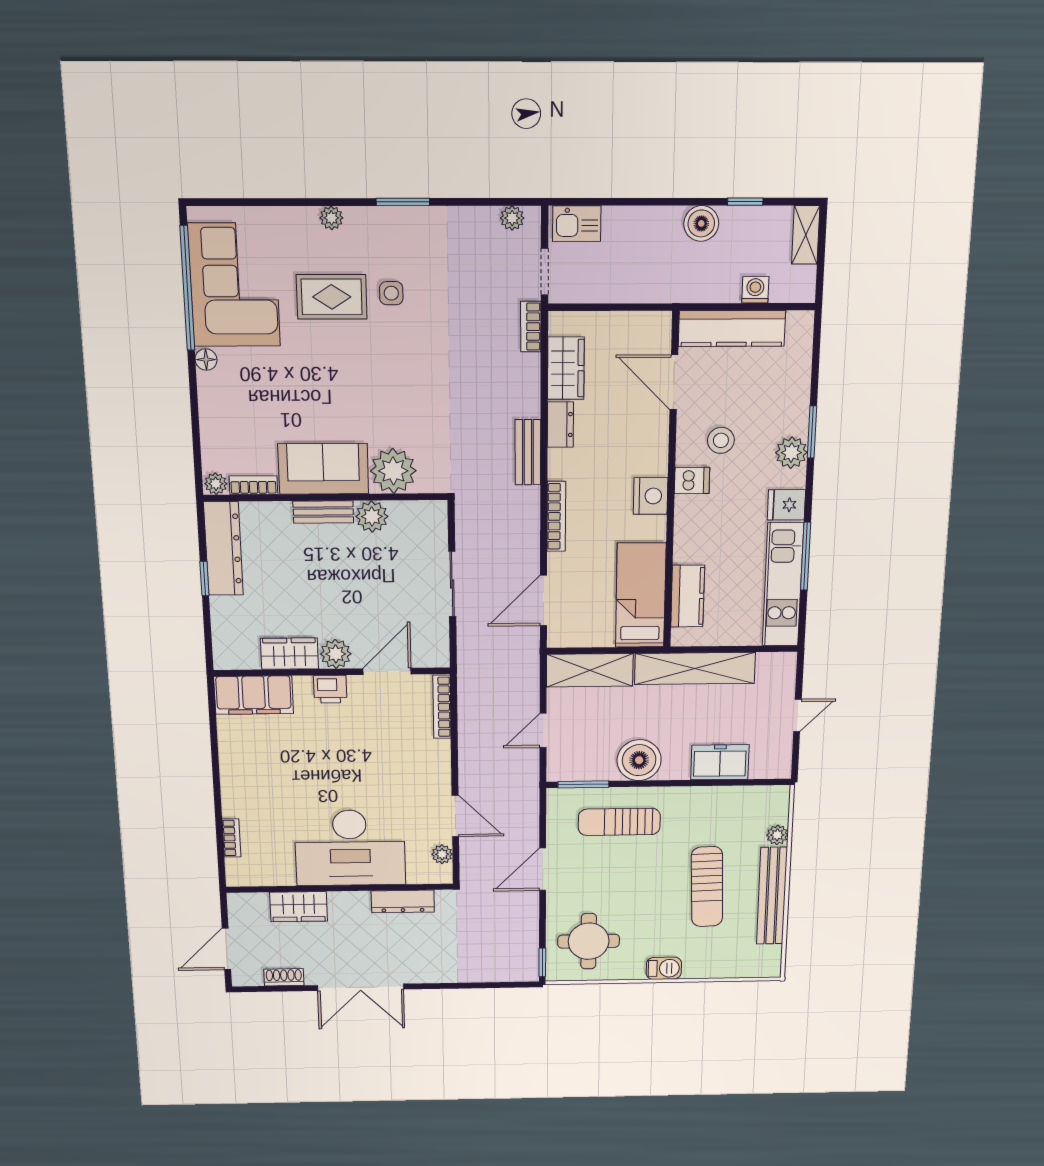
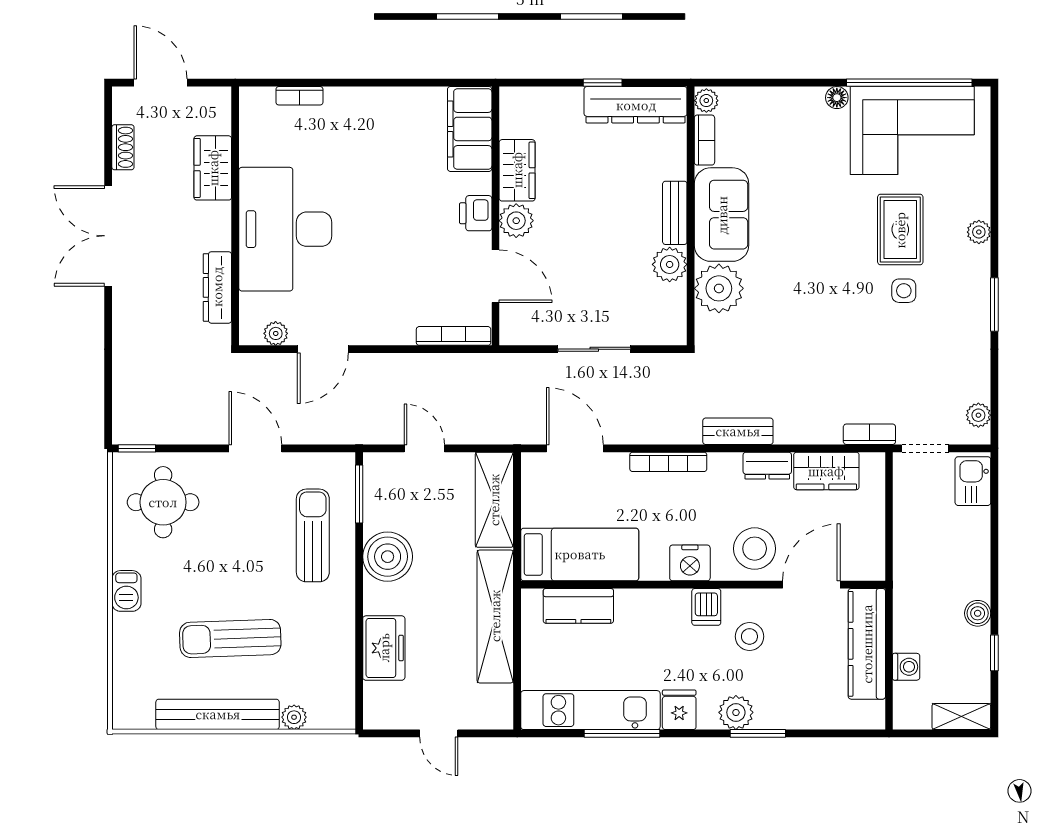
boiler: (701, 223) -> (978, 613), width x0.73, depth x0.73
stool: (639, 436) -> (755, 549), added

